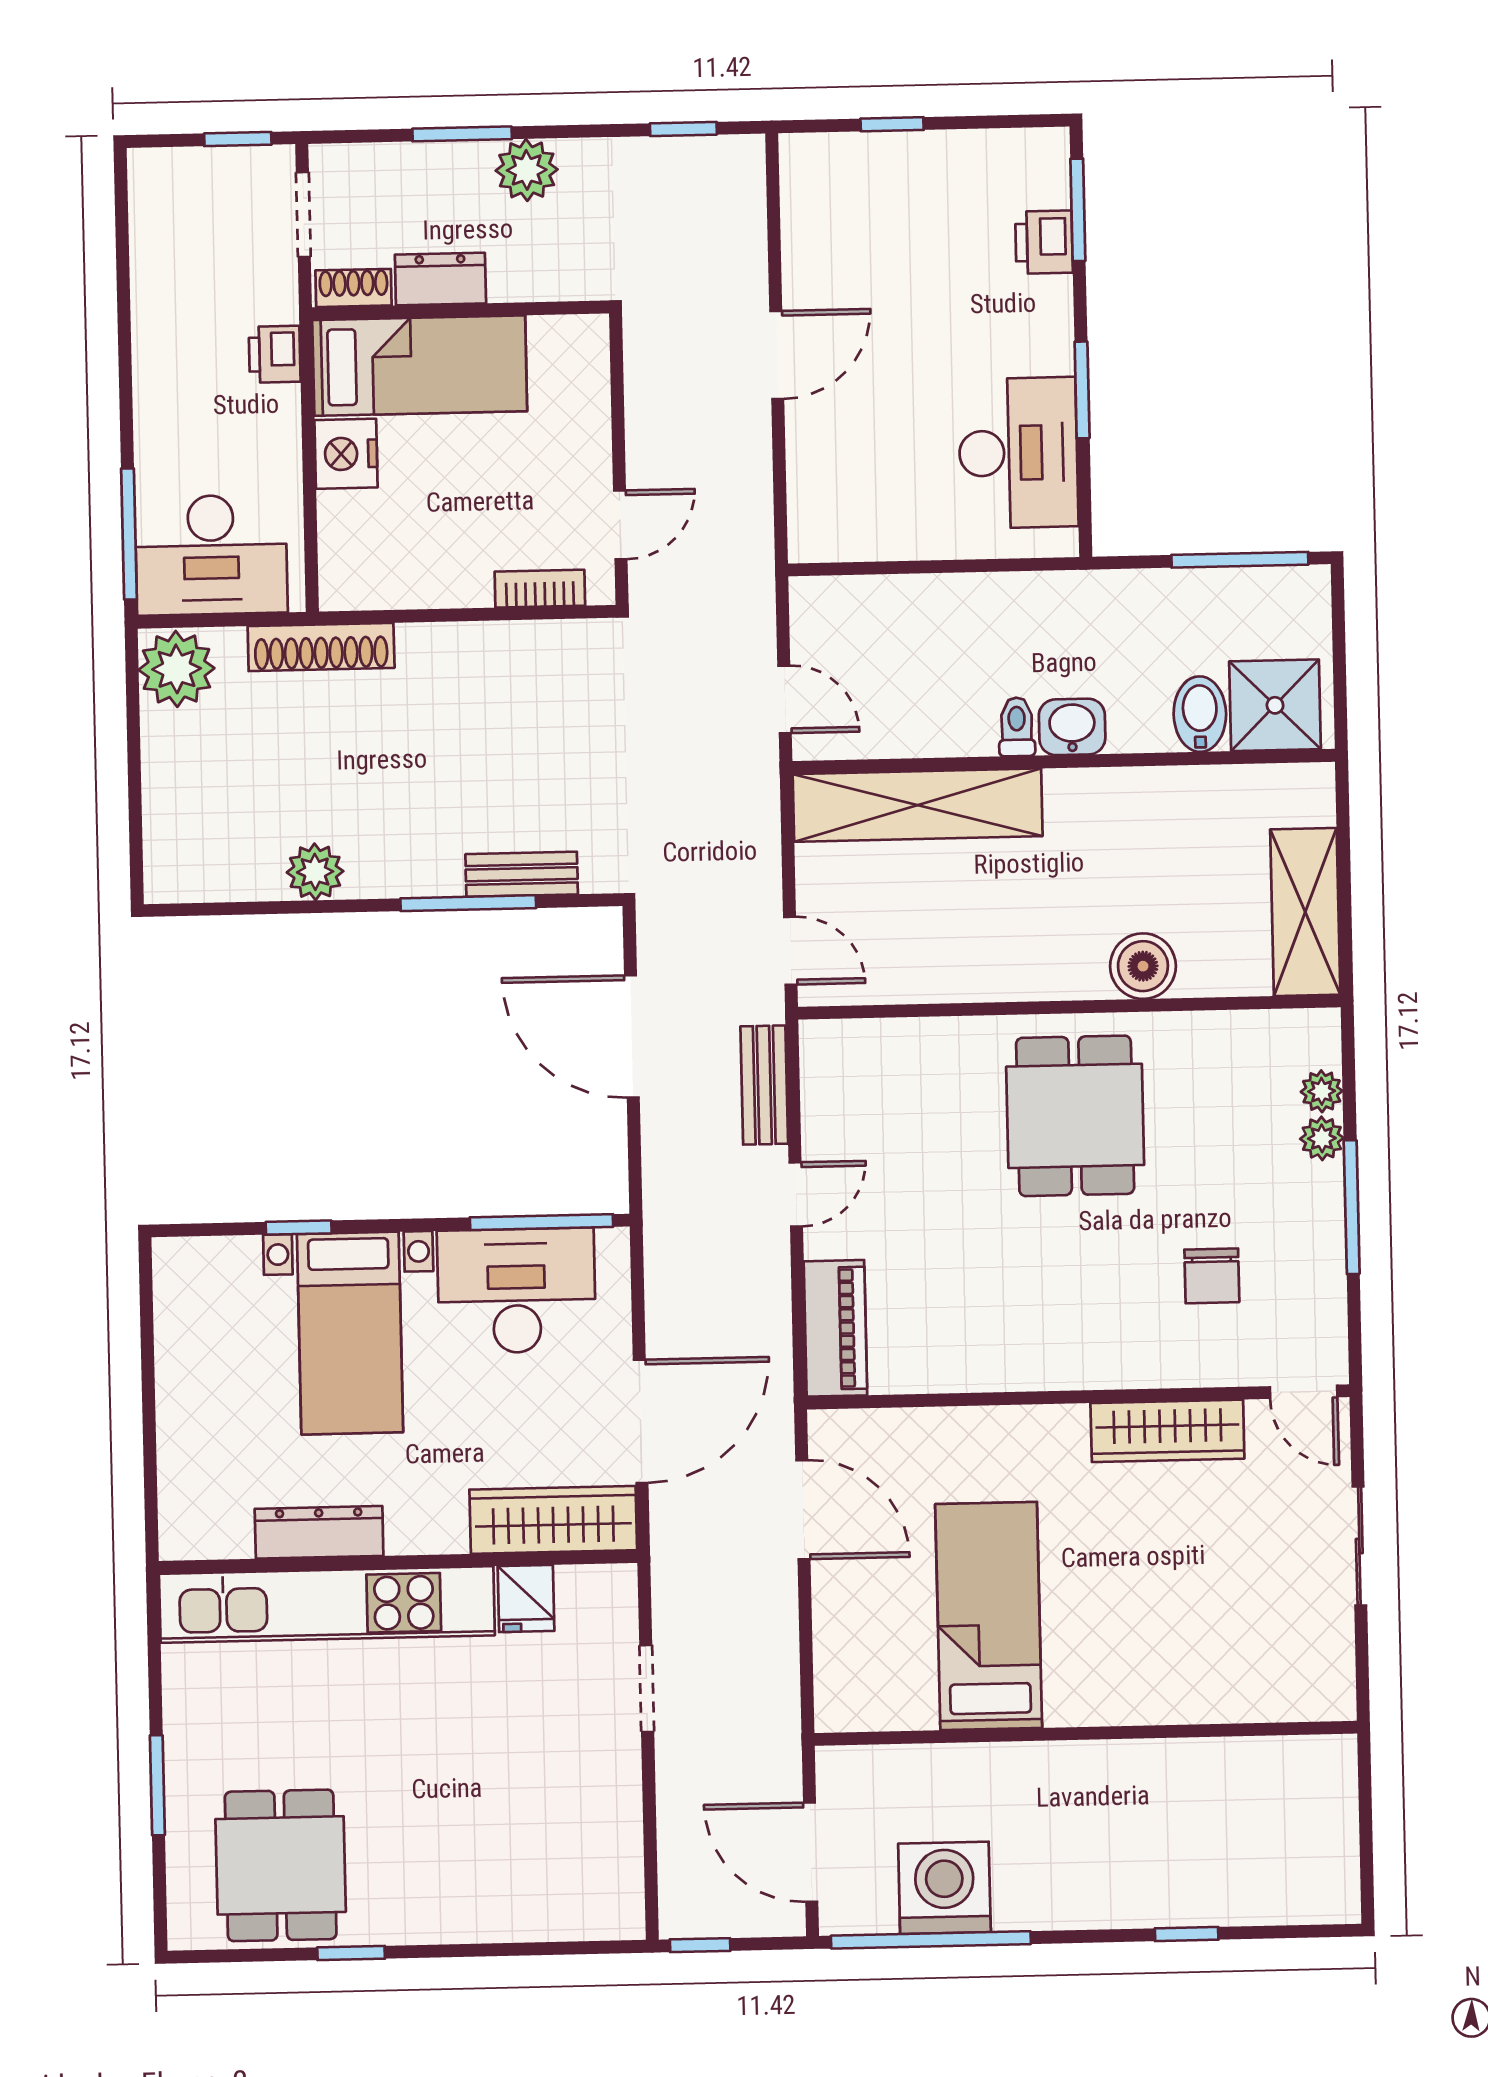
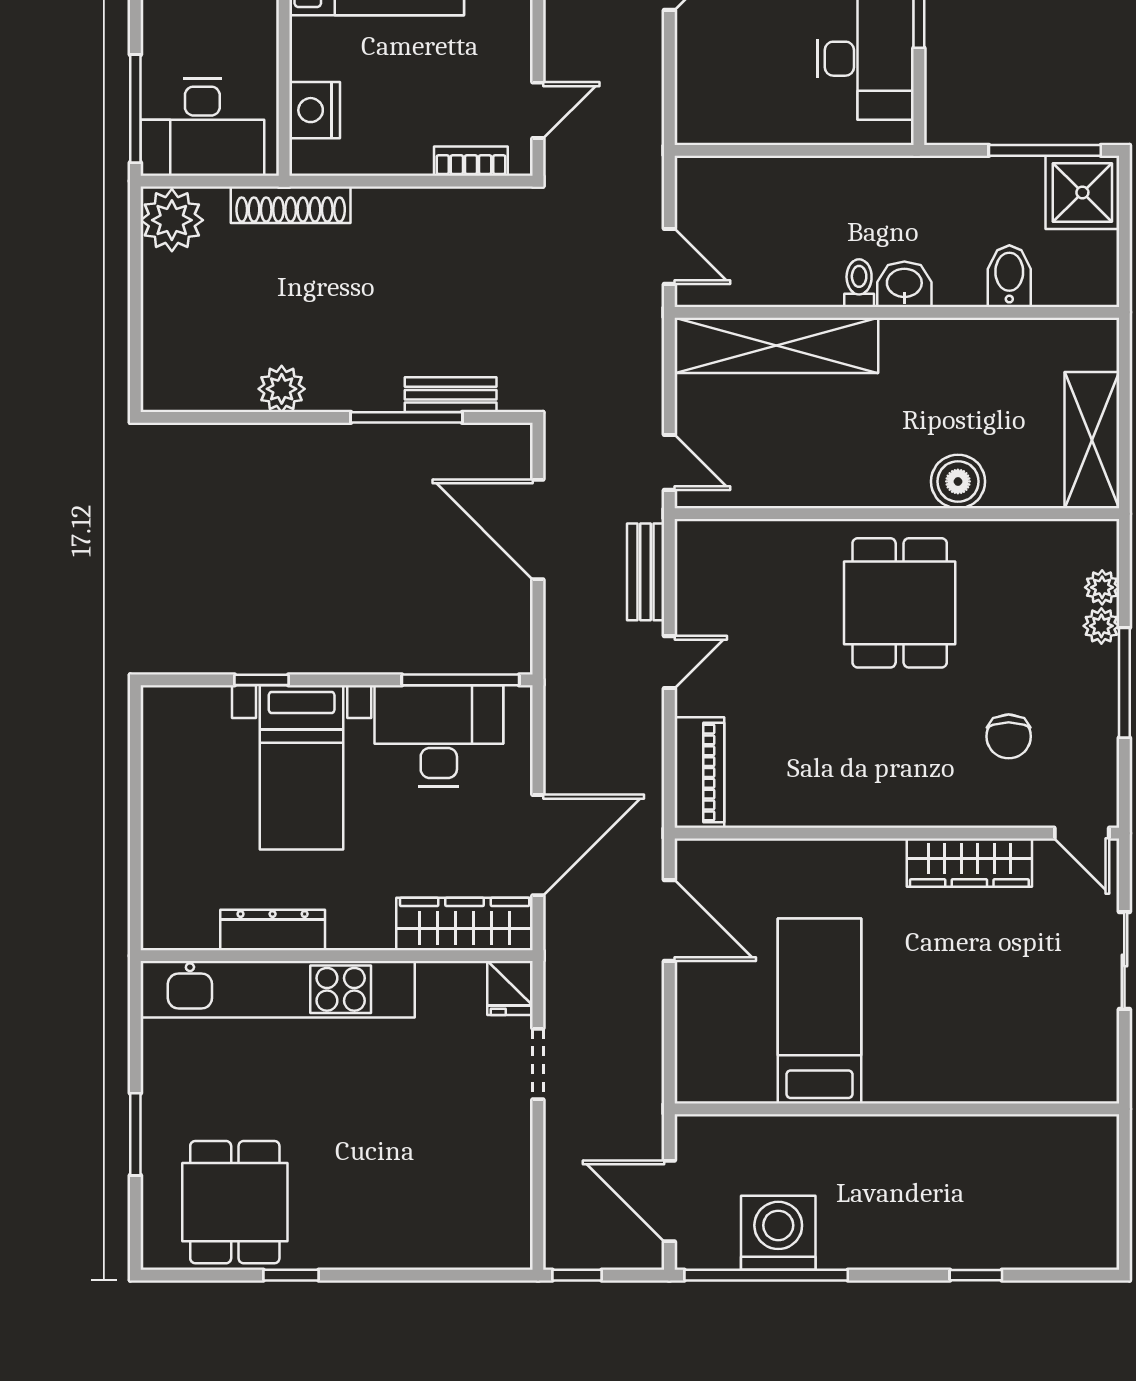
nightstand: (346, 454) -> (315, 110), moved
shower: (1275, 705) -> (1082, 192), moved
fridge: (526, 1598) -> (510, 988), moved

